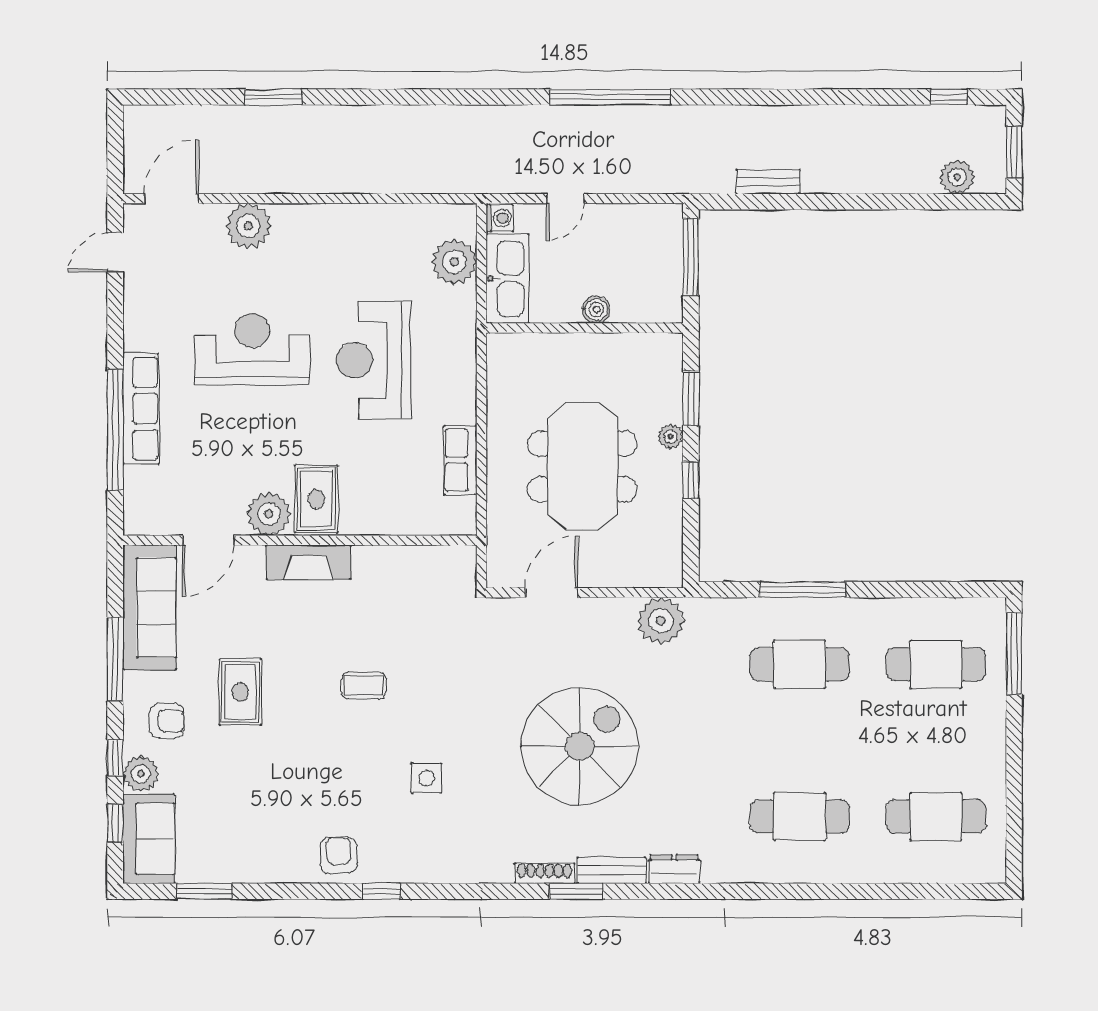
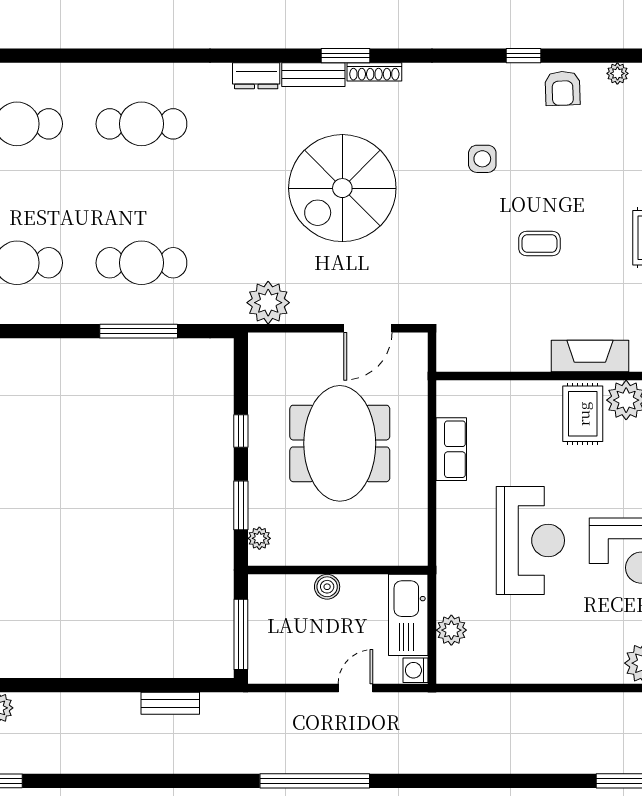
plant: (454, 262) -> (451, 630), width x0.73, depth x0.73
plant: (671, 436) -> (259, 538), moved
plant: (278, 872) -> (617, 73), added

